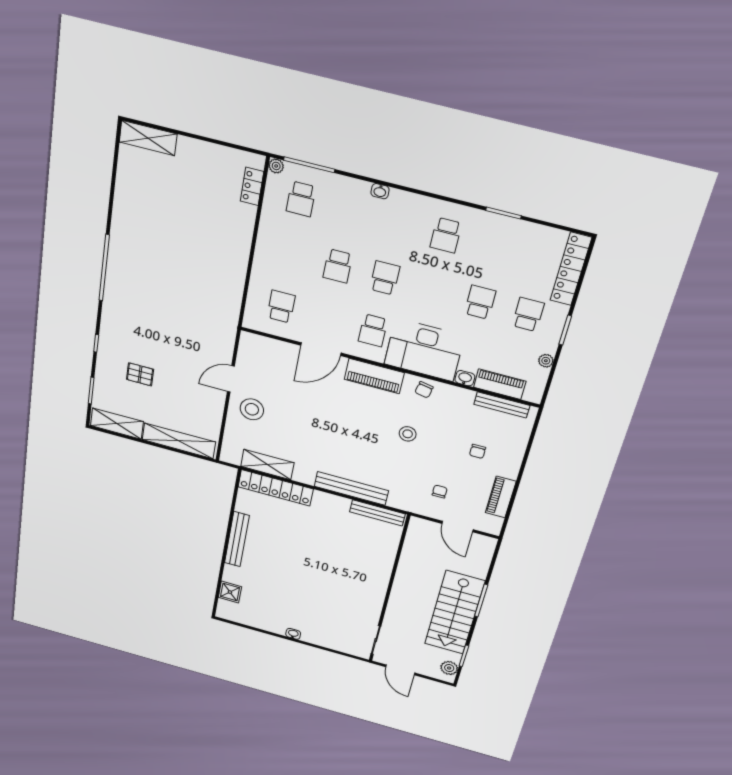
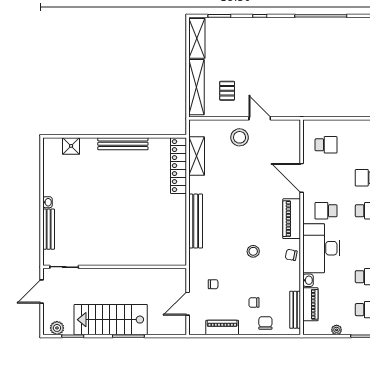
pallet: (140, 374) -> (227, 91), moved
chair: (510, 445) -> (265, 323), added
bench: (377, 513) -> (49, 229), moved

